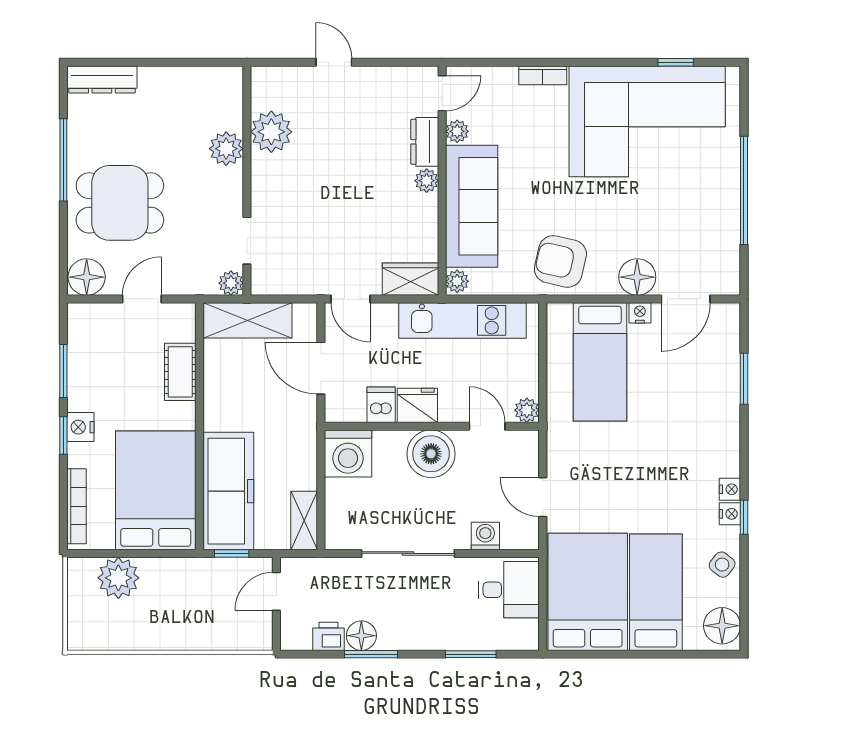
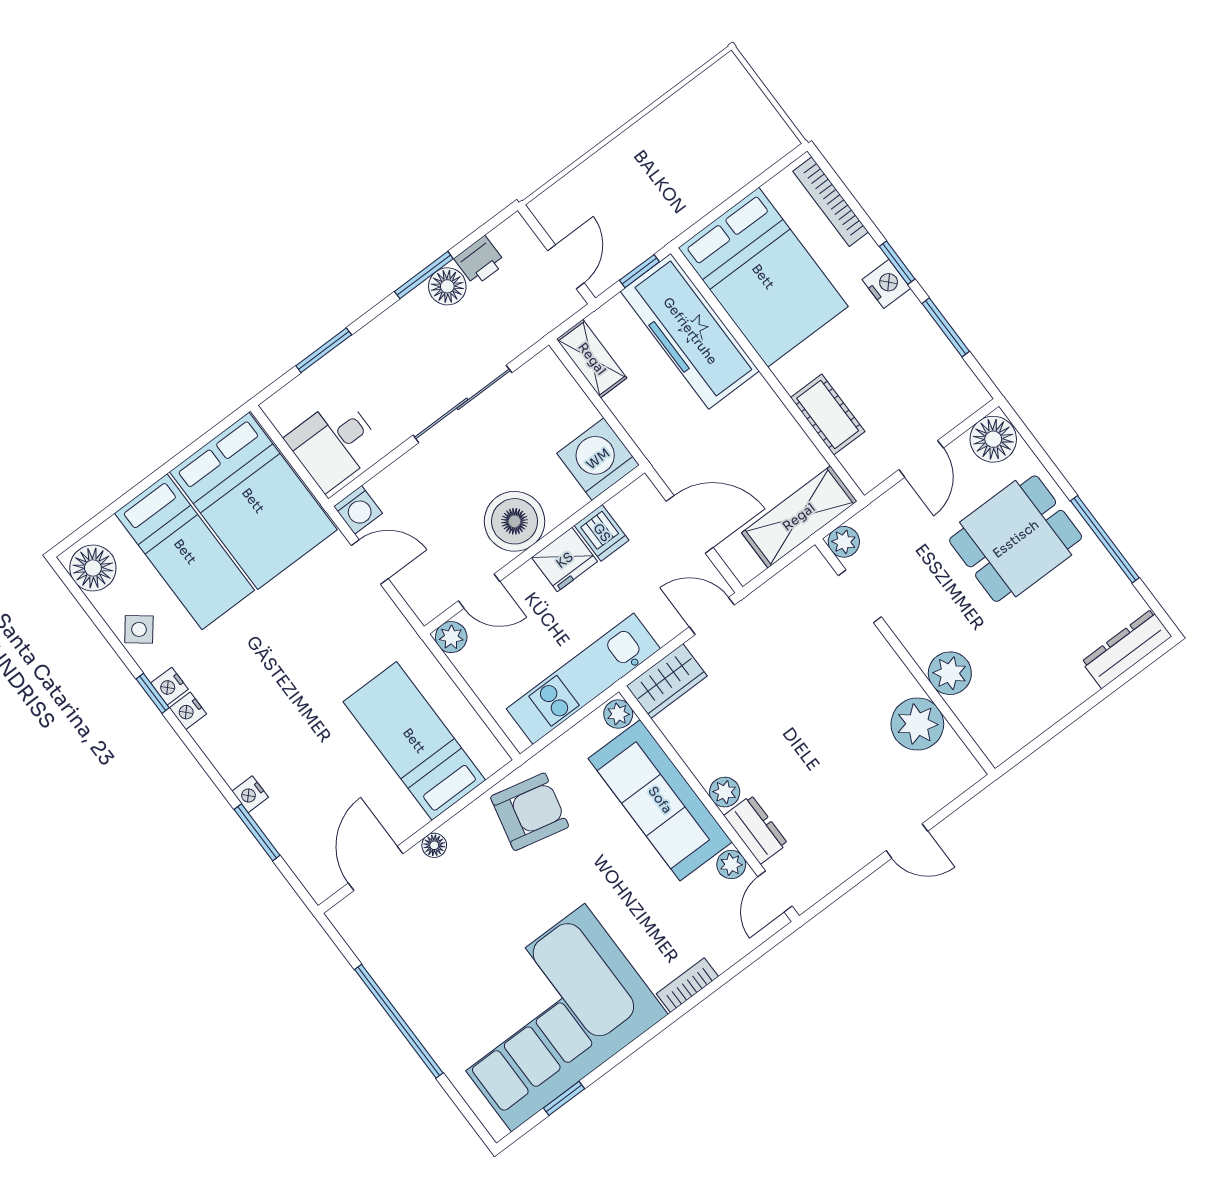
floor lamp: (637, 277) -> (434, 845), width x0.53, depth x0.53
nightstand: (640, 313) -> (250, 794), moved, turned 90
washing machine: (485, 536) -> (358, 510), moved
plant: (118, 578) -> (735, 161), removed

